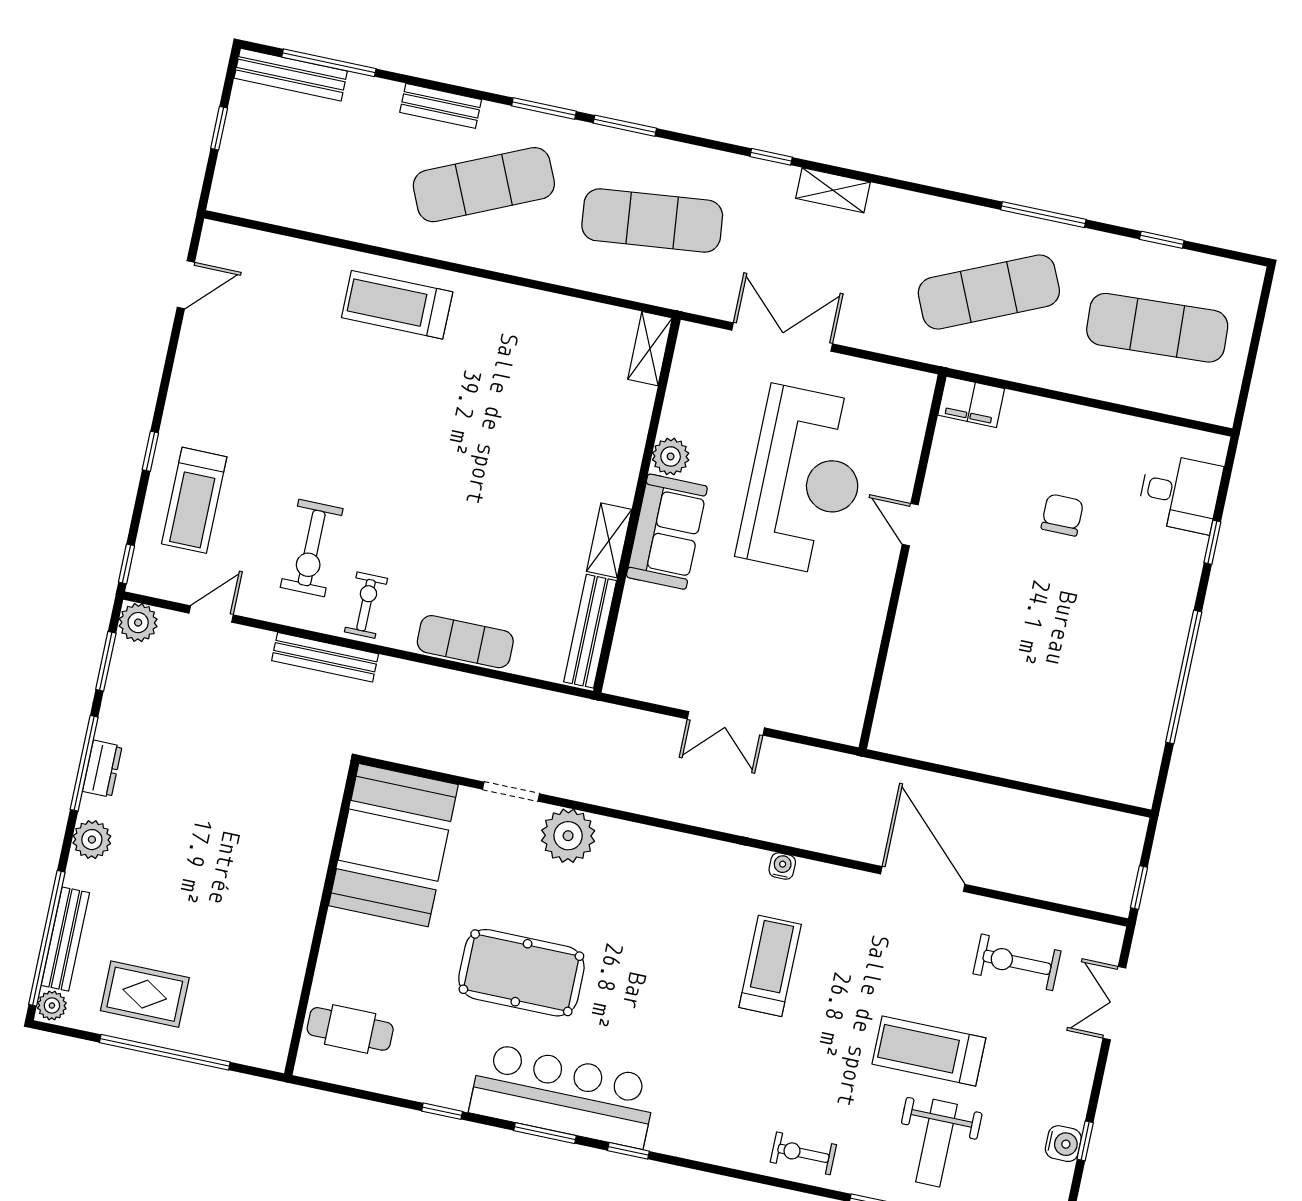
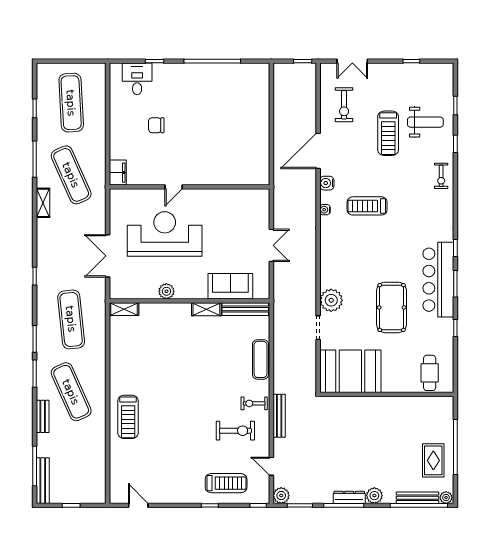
shelving: (833, 190) -> (43, 203), moved
sofa: (667, 532) -> (230, 286), moved
dresser: (102, 769) -> (349, 497), width x1.44
water cooler: (1063, 1144) -> (327, 183), moved, turned -90

